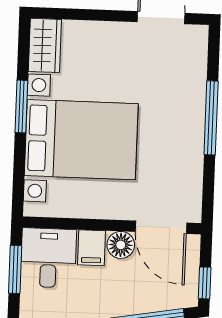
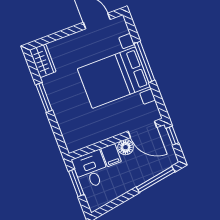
bed with nightstands: (81, 140) -> (114, 78), moved, turned 180
window: (205, 283) -> (172, 136), moved

